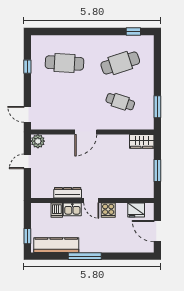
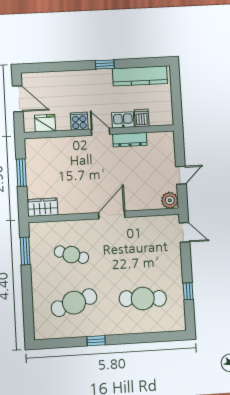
window: (133, 31) -> (96, 341), moved
window: (27, 236) -> (175, 85), removed
window: (85, 256) -> (105, 64), width x0.46

